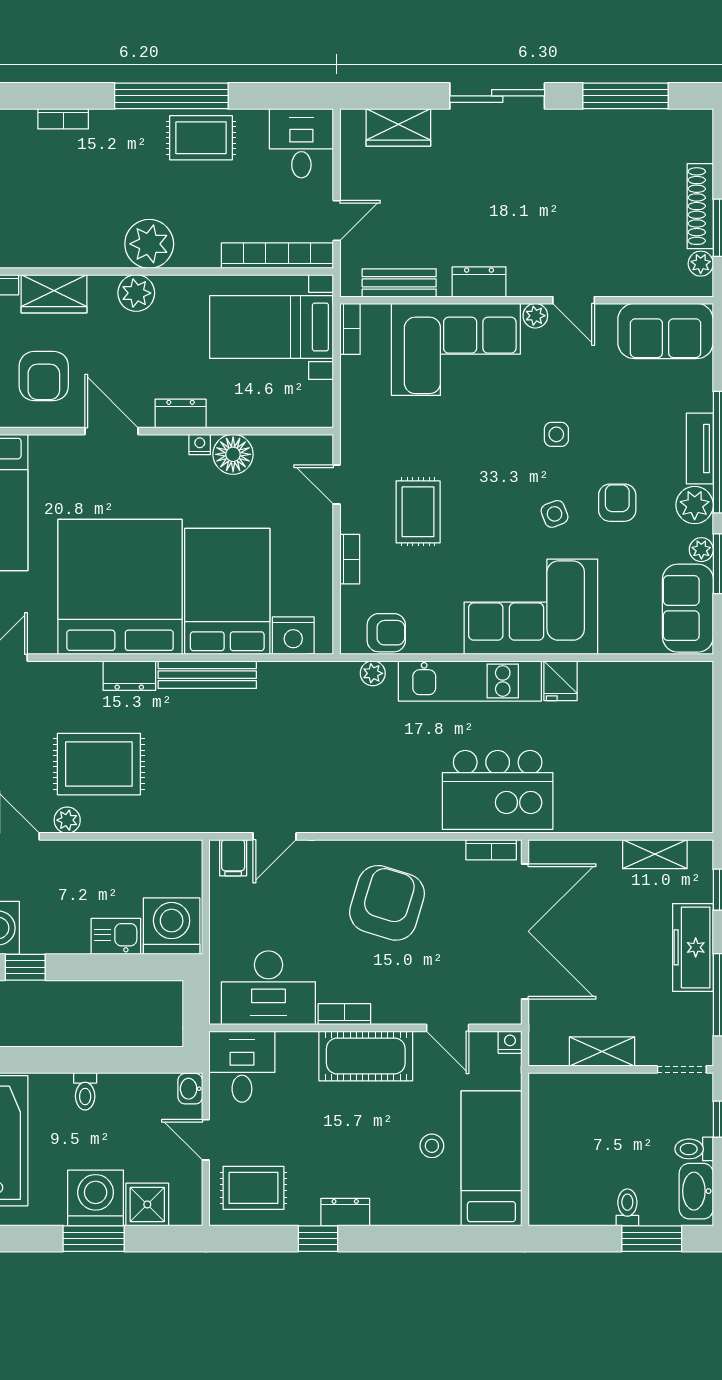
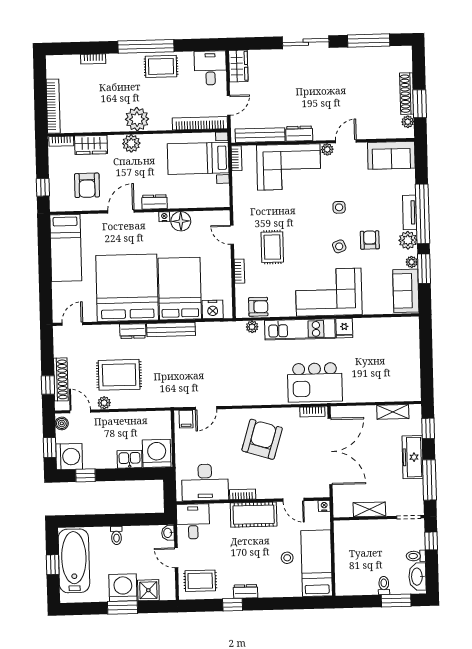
wardrobe: (398, 127) -> (238, 66), moved, turned -90
bench: (399, 283) -> (260, 135), width x1.36
door: (574, 300) -> (346, 141), swing flipped
door: (112, 431) -> (121, 211), hinge flipped

